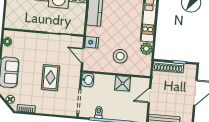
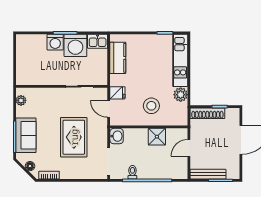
rug: (50, 78) -> (74, 137), width x1.36, depth x1.43

